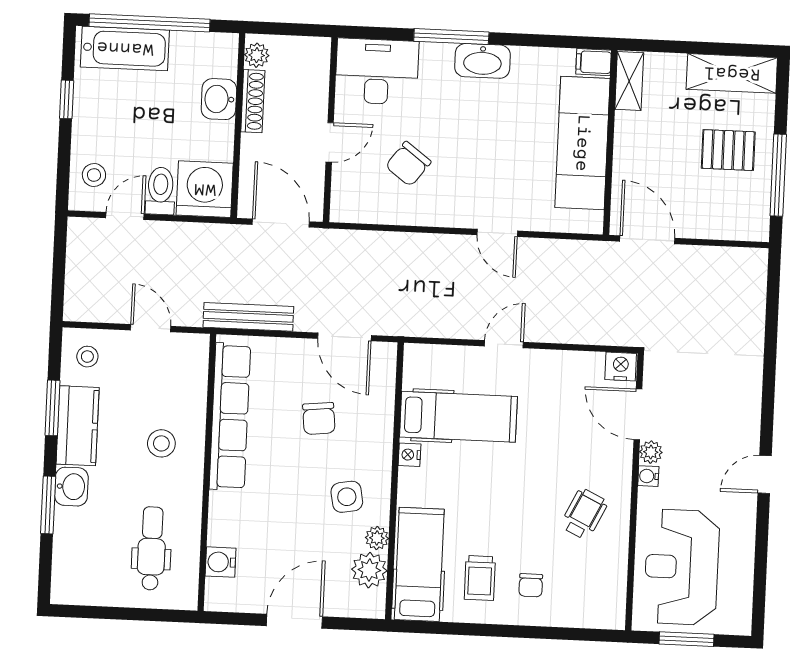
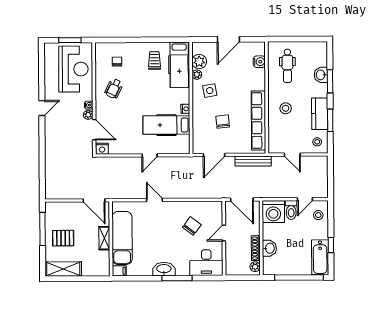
bathtub: (125, 48) -> (320, 257), moved, turned -90
shelving: (629, 81) -> (104, 238), moved
door: (344, 337) -> (214, 155), swing flipped
washbasin: (71, 487) -> (321, 75), moved
chair: (531, 585) -> (117, 62), moved

